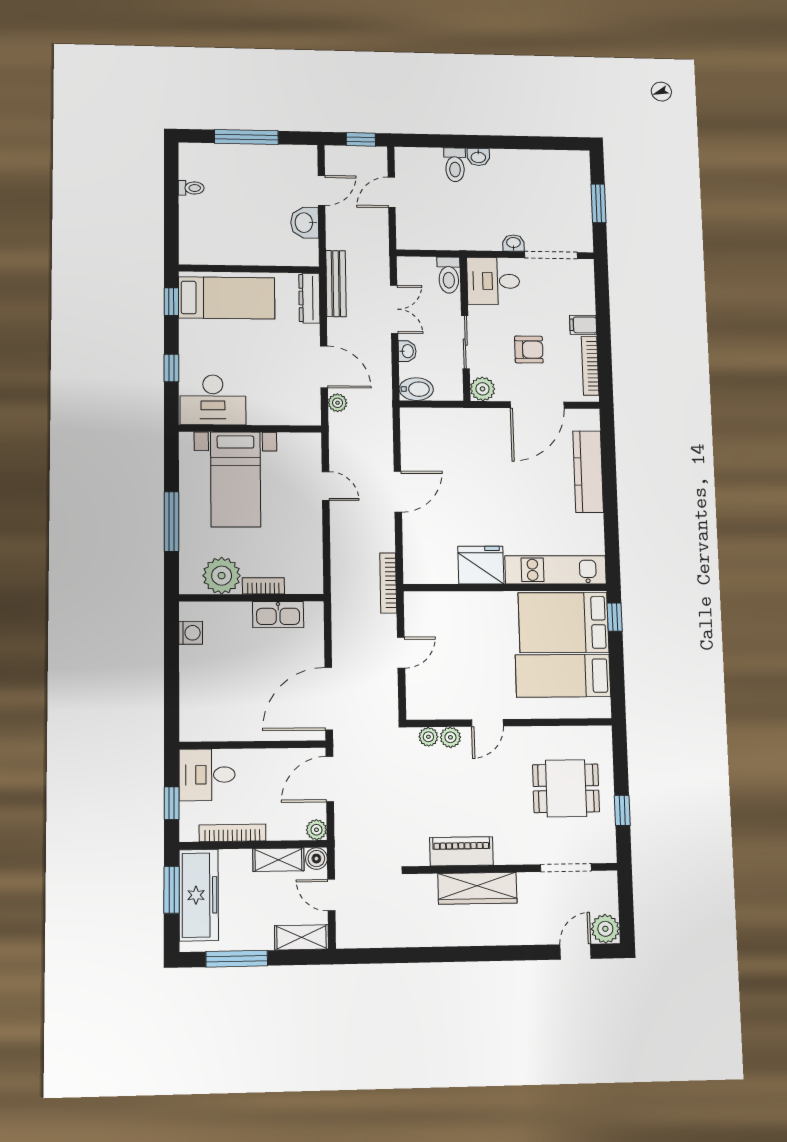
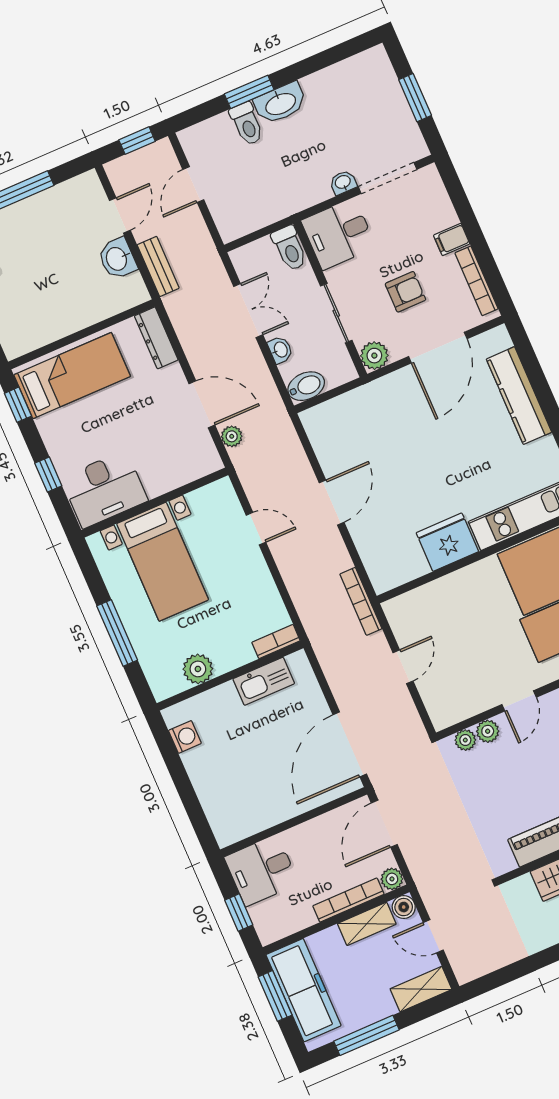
window: (467, 142) -> (249, 92), added
washbasin: (478, 157) -> (280, 103), width x1.91, depth x1.45
bench: (336, 284) -> (158, 266), moved, width x0.73
plant: (222, 576) -> (198, 669), width x0.73, depth x0.73
bookcase: (263, 586) -> (276, 642), moved
bookcase: (232, 833) -> (348, 900), moved

